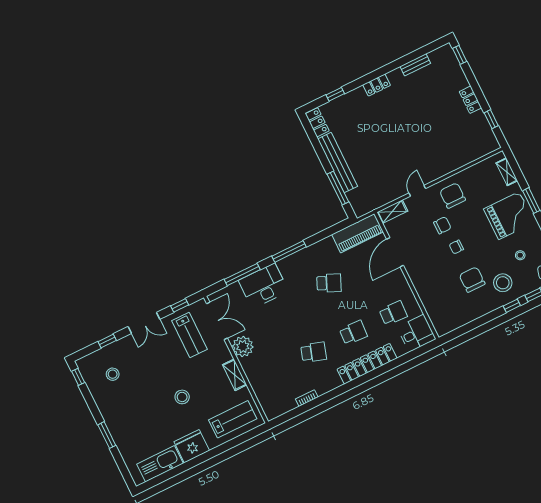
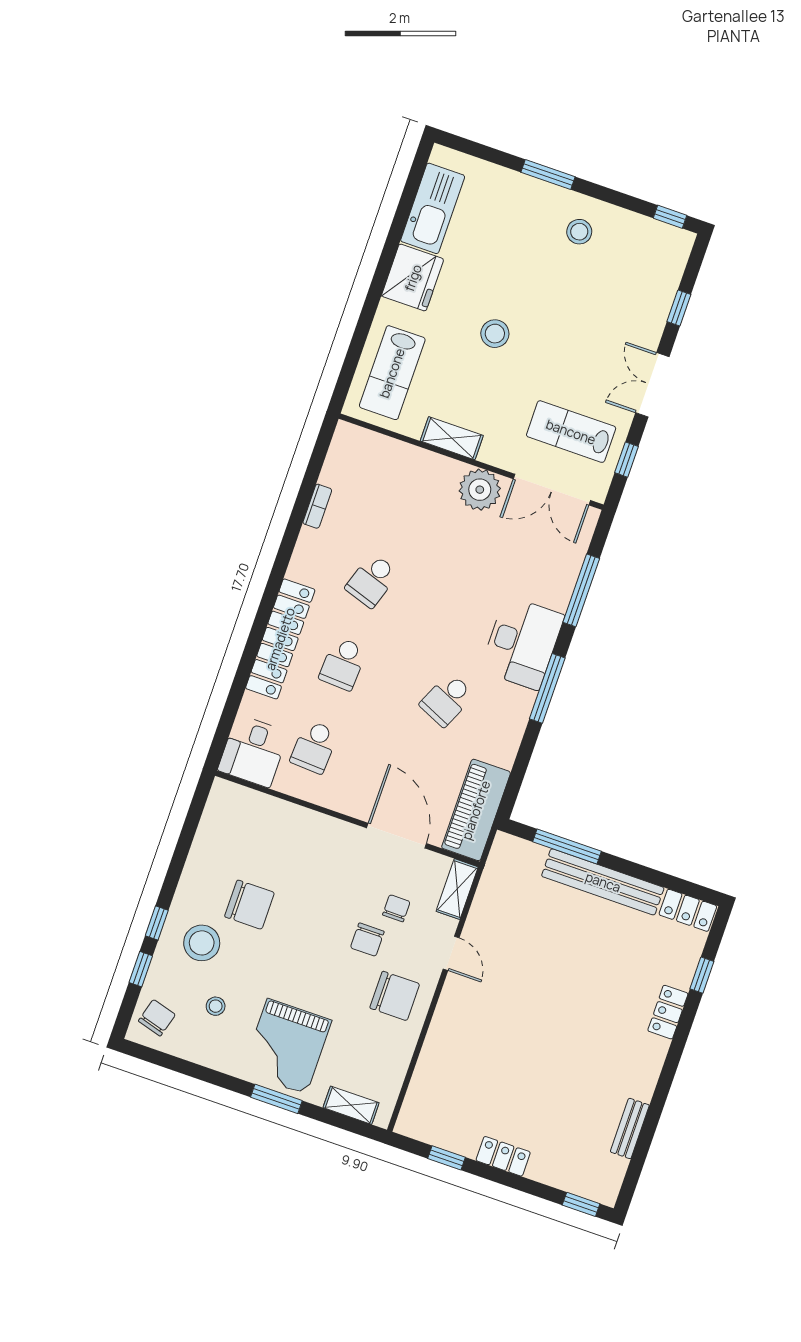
locker: (377, 85) -> (668, 1012), moved
chair: (456, 247) -> (396, 908), moved
desk: (263, 286) -> (522, 643), moved
stool: (113, 374) -> (579, 232), moved

